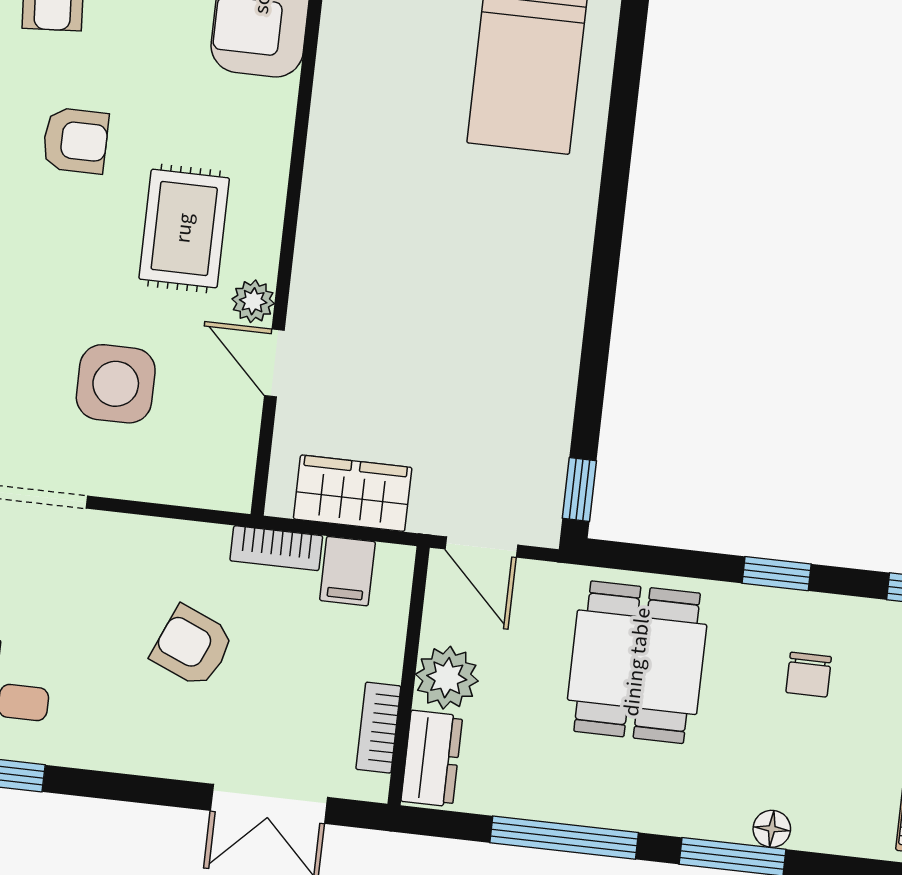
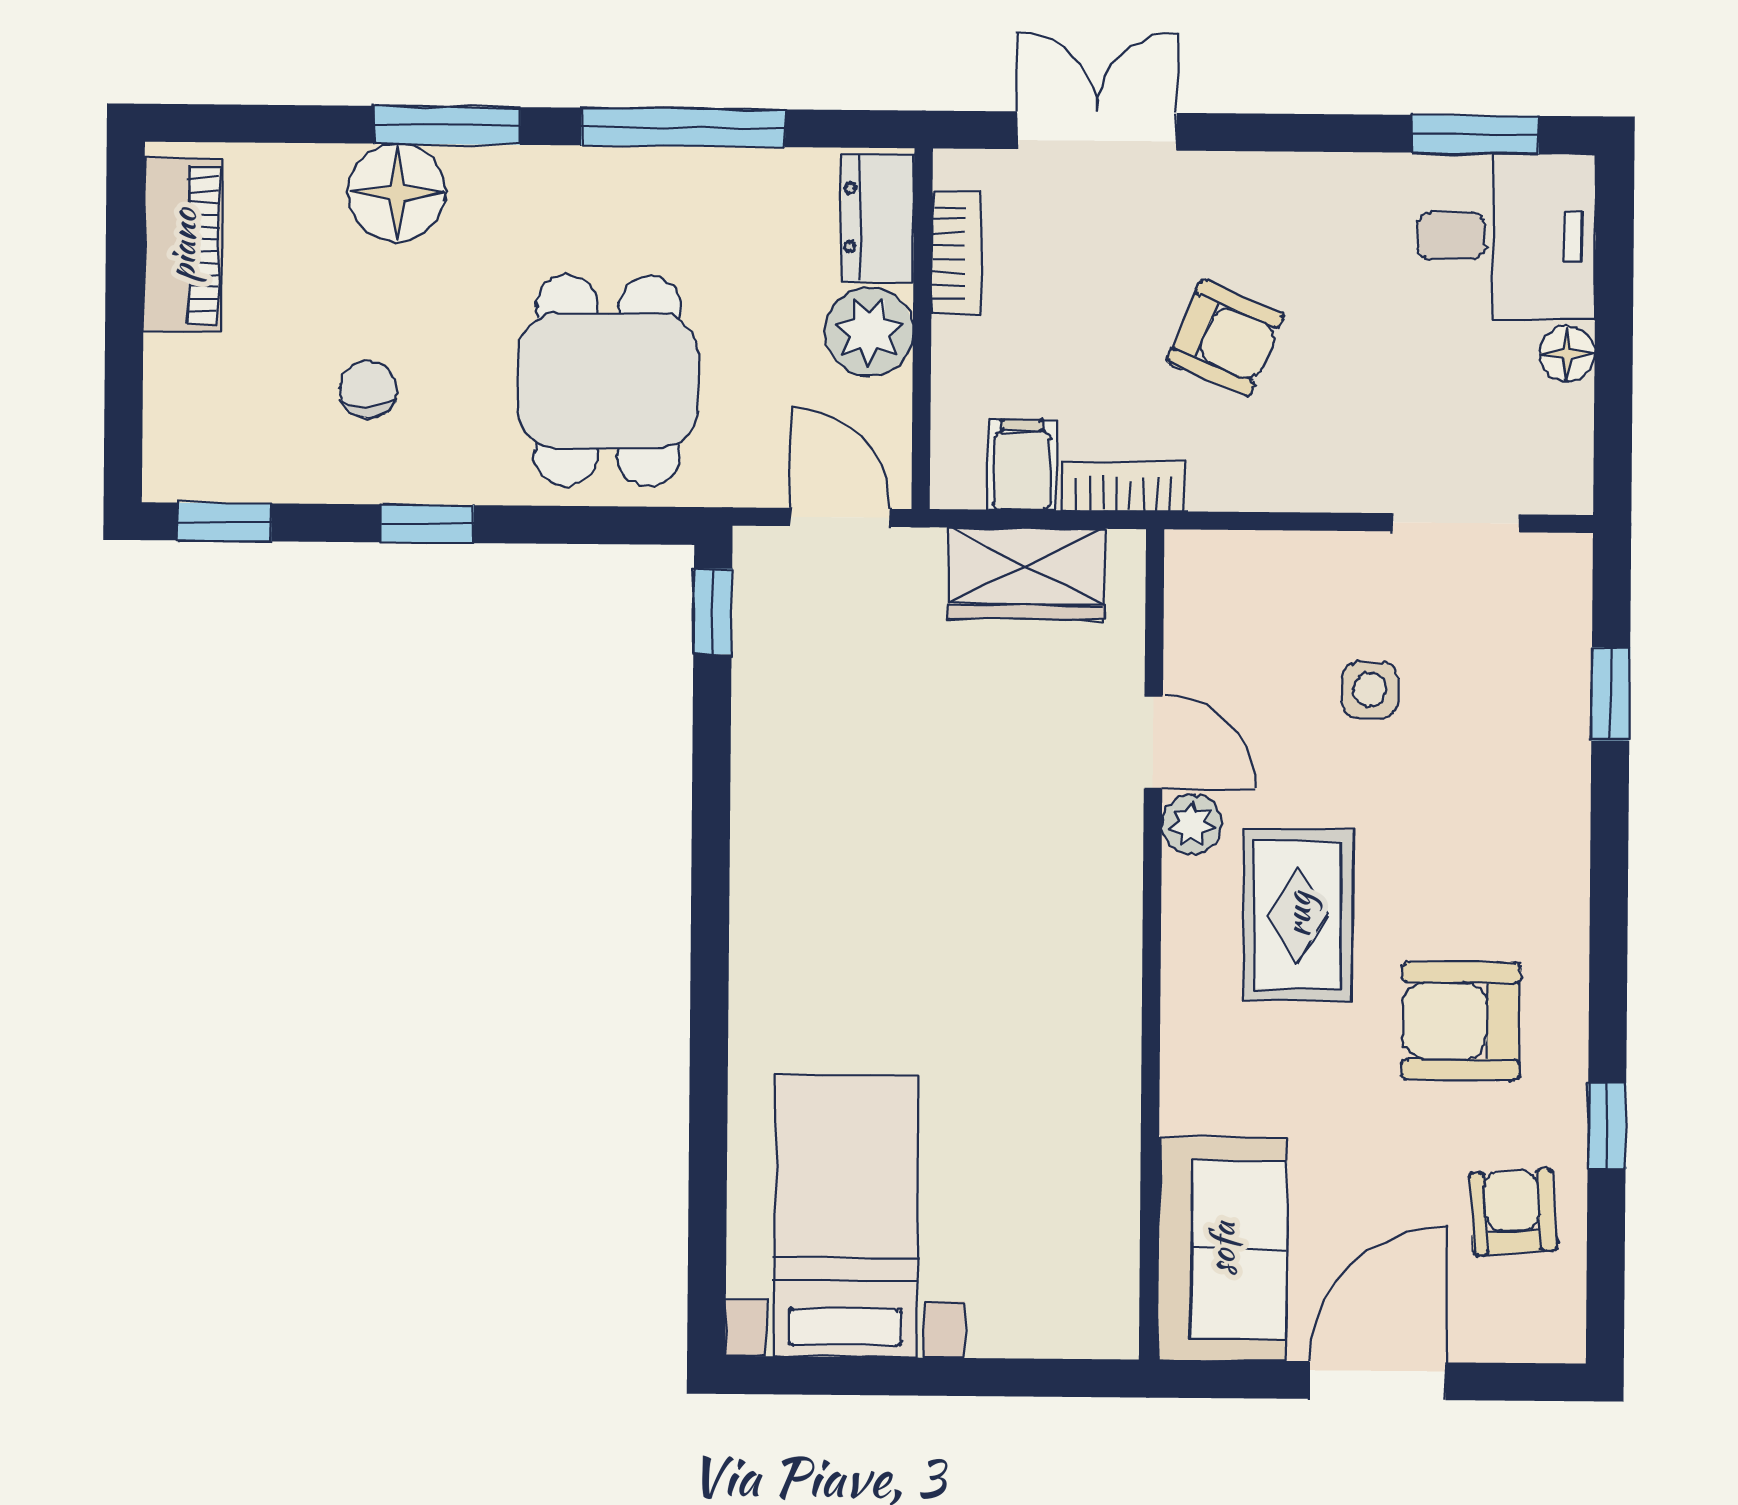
armchair: (75, 141) -> (1461, 1021), width x1.38, depth x1.38
side table: (116, 384) -> (1370, 690), width x0.54, depth x0.54
floor lamp: (772, 829) -> (397, 193), width x1.89, depth x1.89

